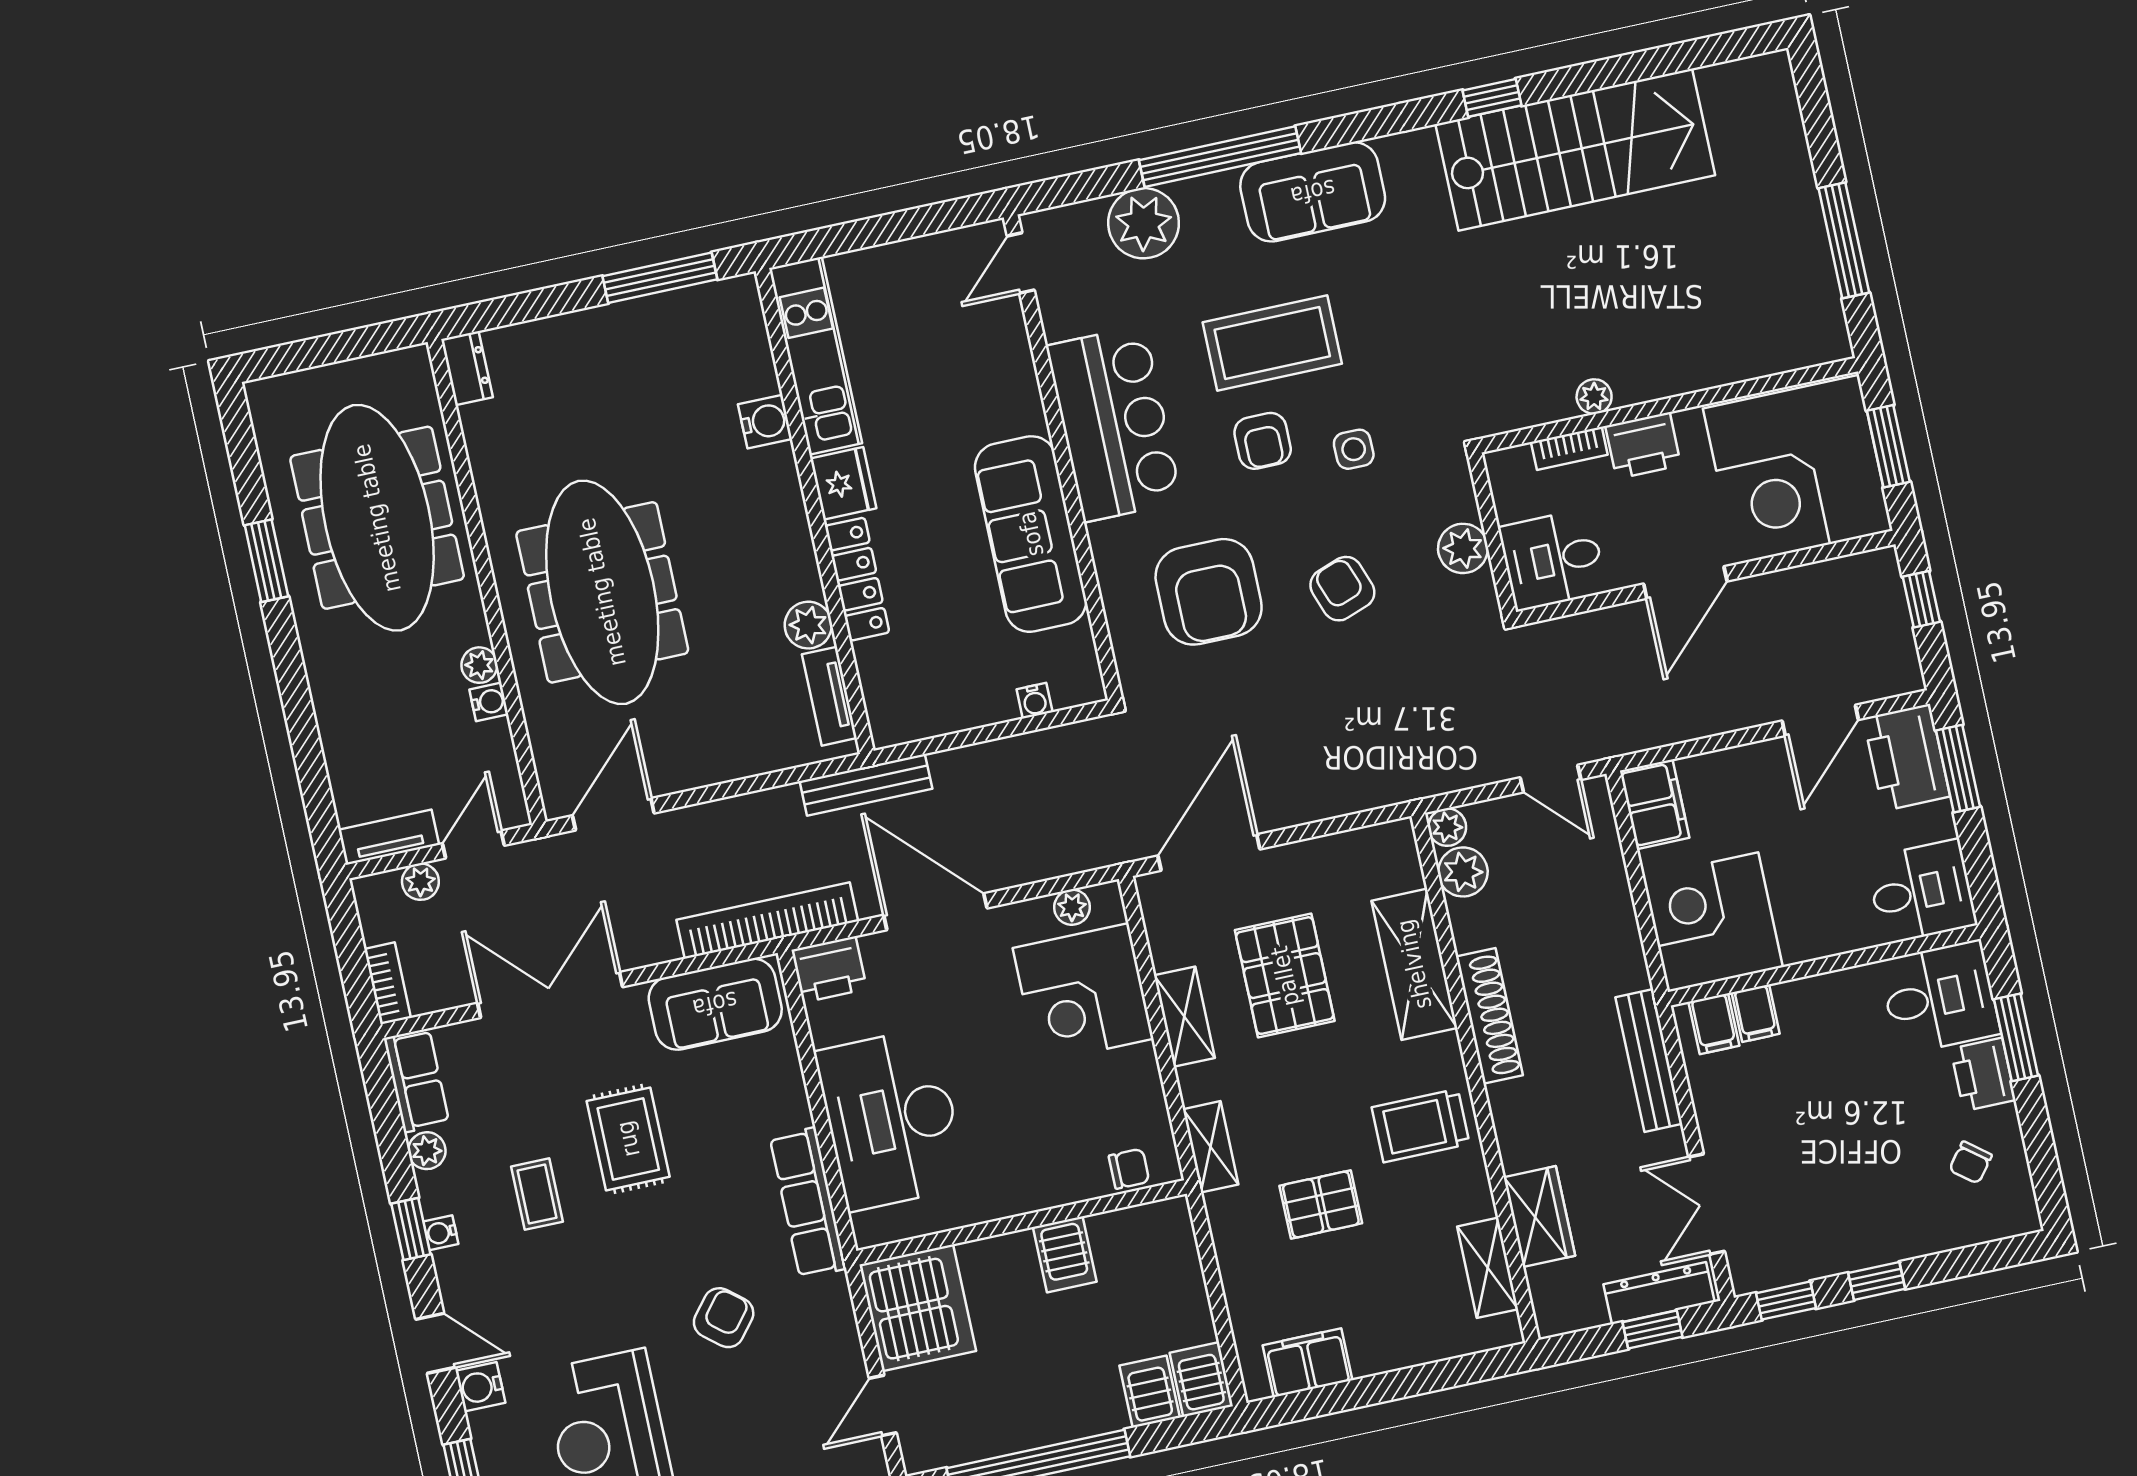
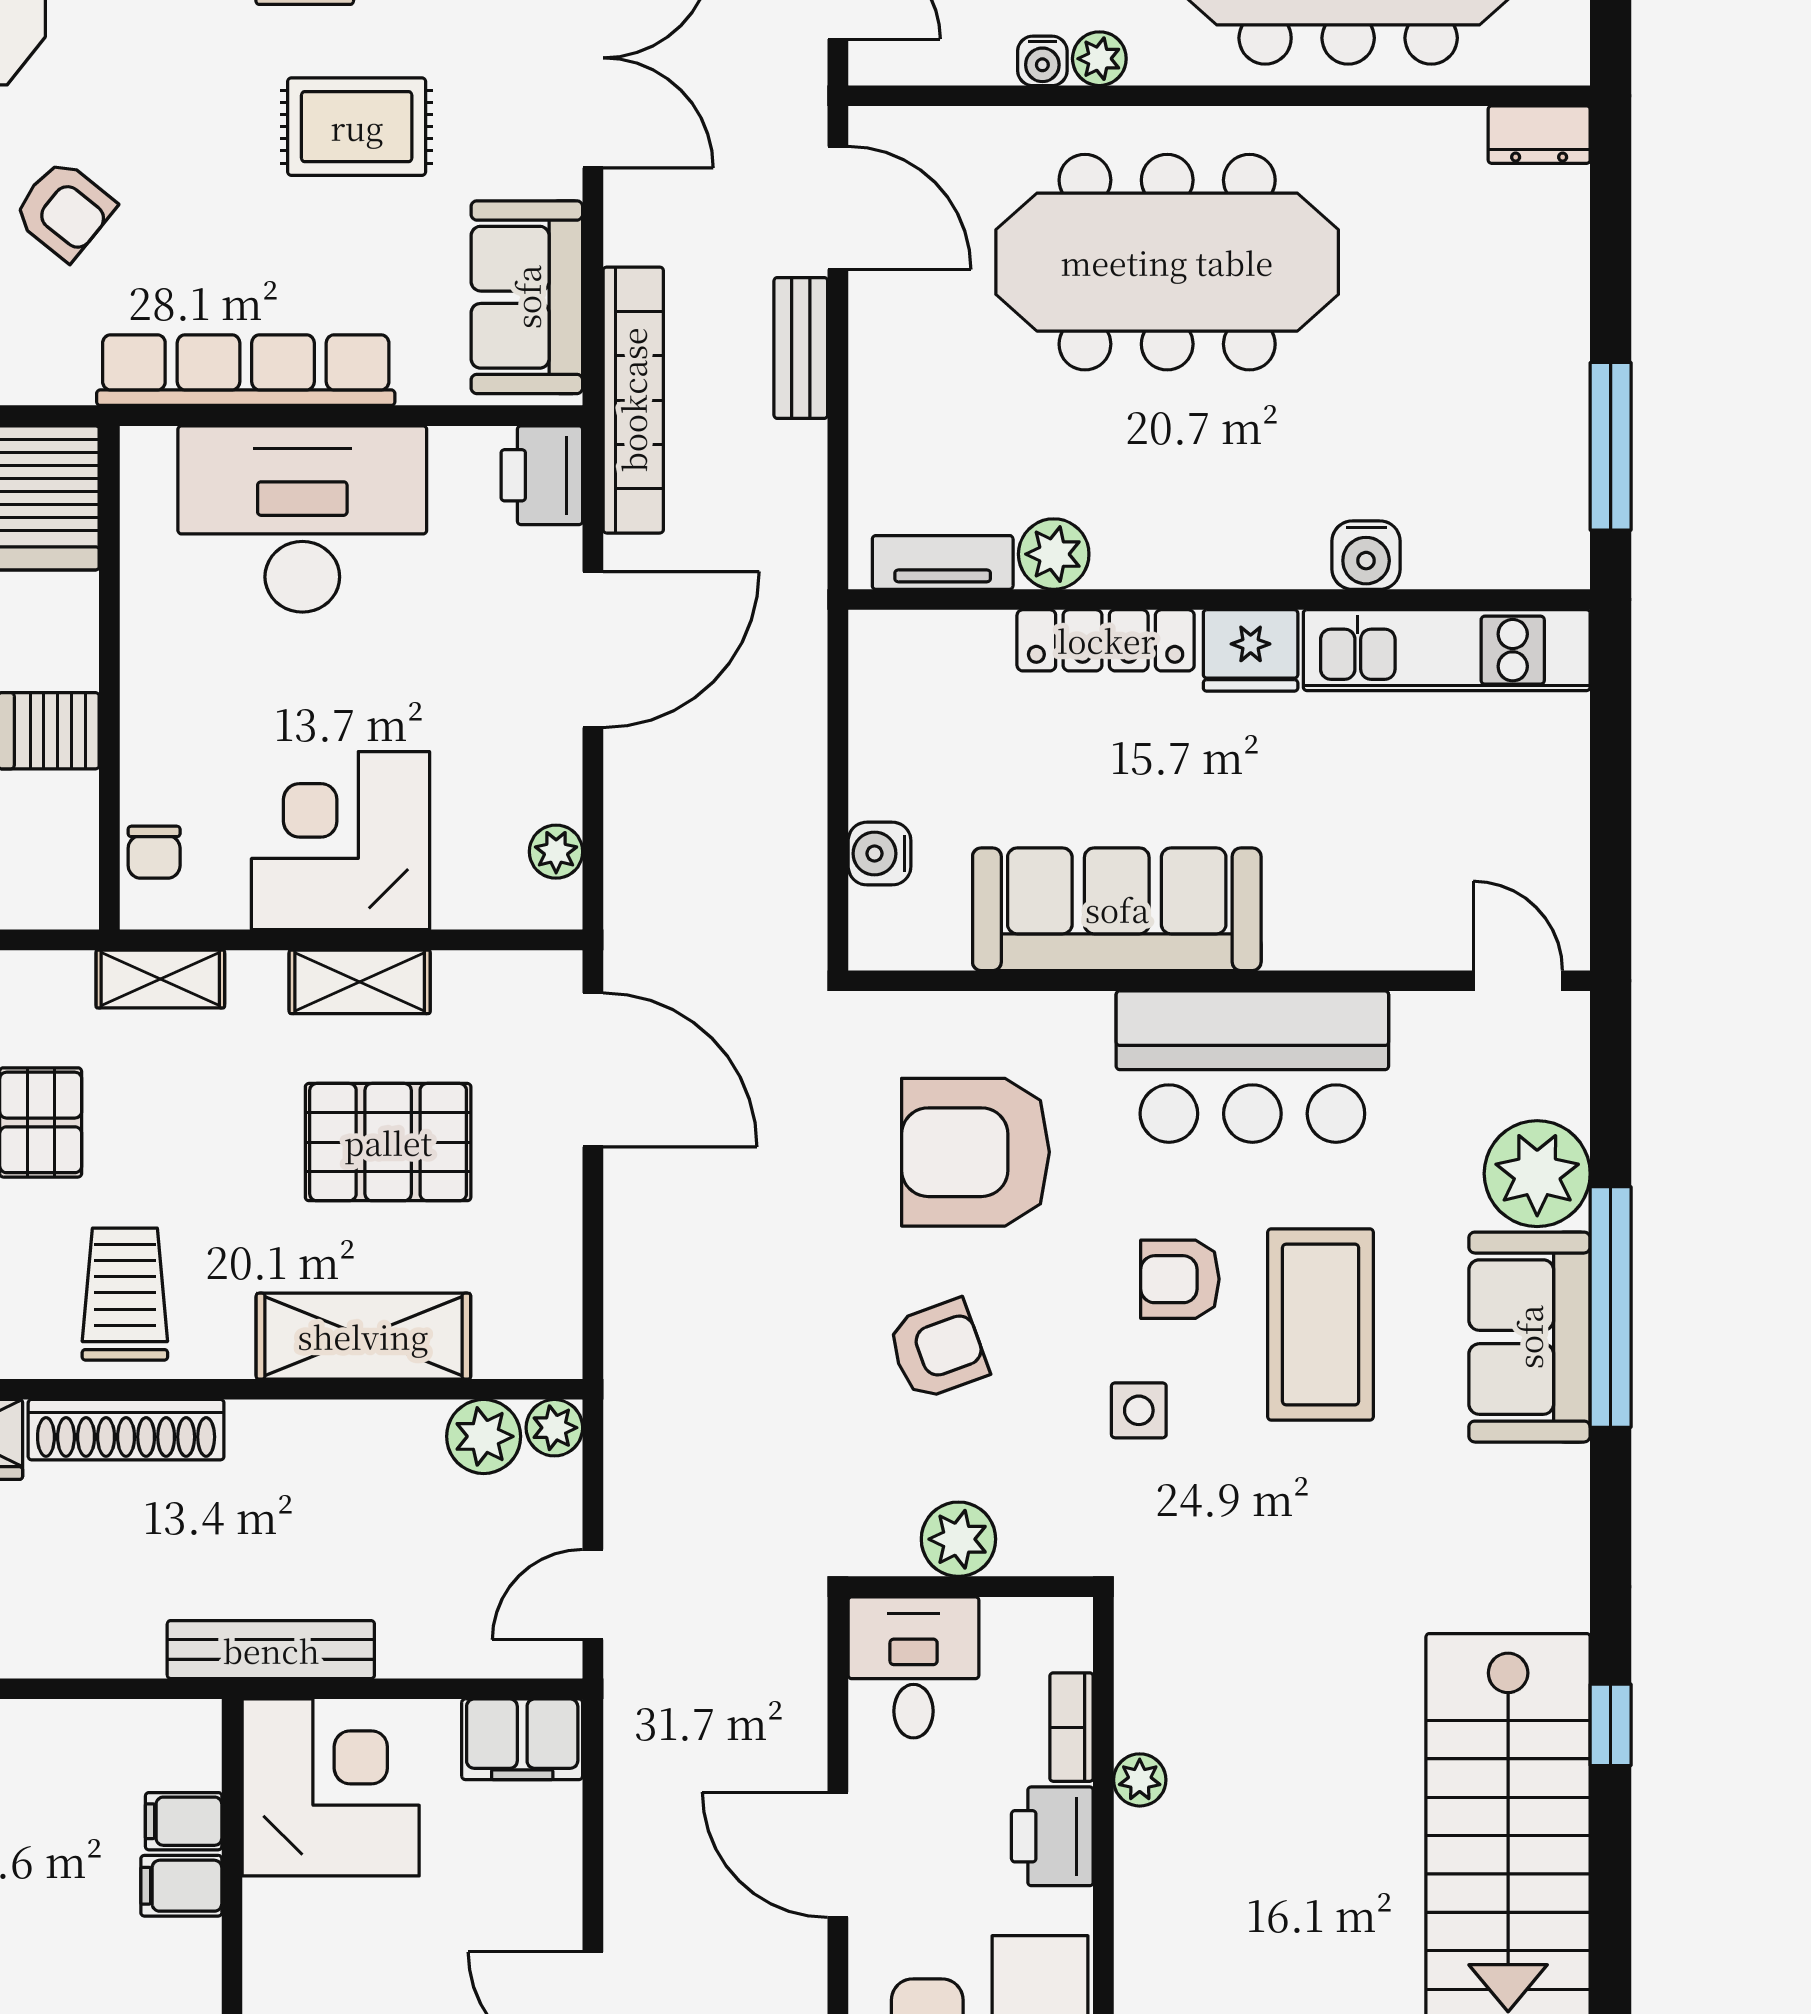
sofa: (1313, 192) -> (1529, 1337), moved
water cooler: (1035, 701) -> (880, 854), width x1.38, depth x1.38
bench: (866, 785) -> (801, 348), moved, width x0.73
corner desk: (1083, 993) -> (340, 841), moved
shoe rack: (1489, 1016) -> (126, 1430), moved
filing cabinet: (1714, 1024) -> (181, 1886), moved
bench: (1649, 1060) -> (271, 1650), moved
row of seats: (808, 1203) -> (246, 370), width x1.36

